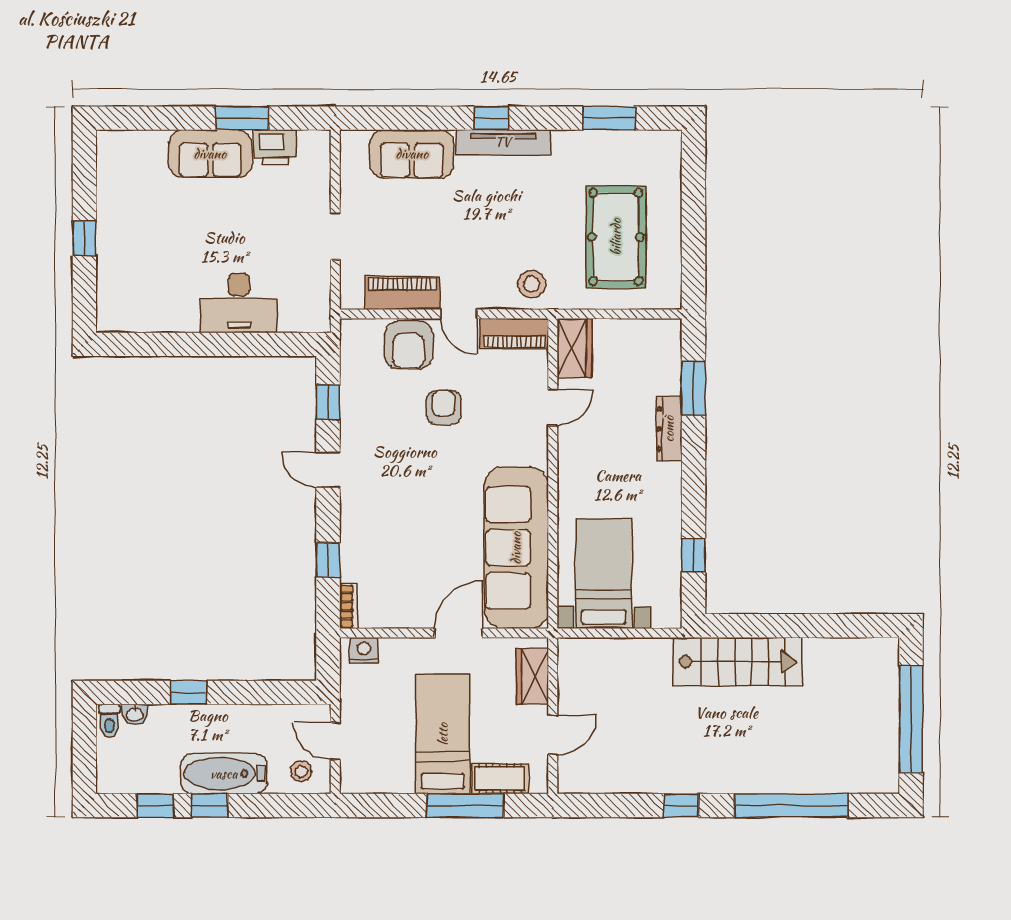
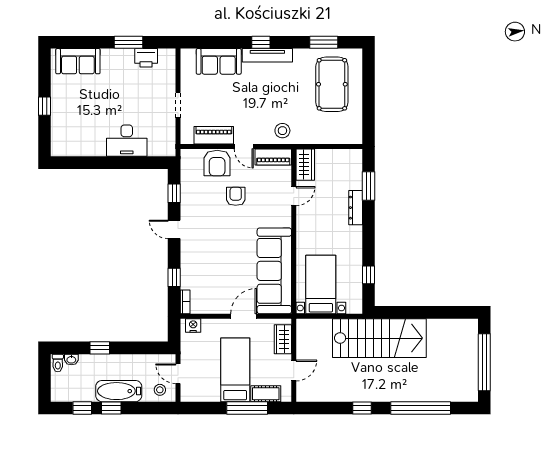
sofa: (210, 154) -> (78, 61), moved
pool table: (616, 237) -> (332, 84), moved
stairs: (737, 662) -> (379, 338), width x1.36, depth x1.51

